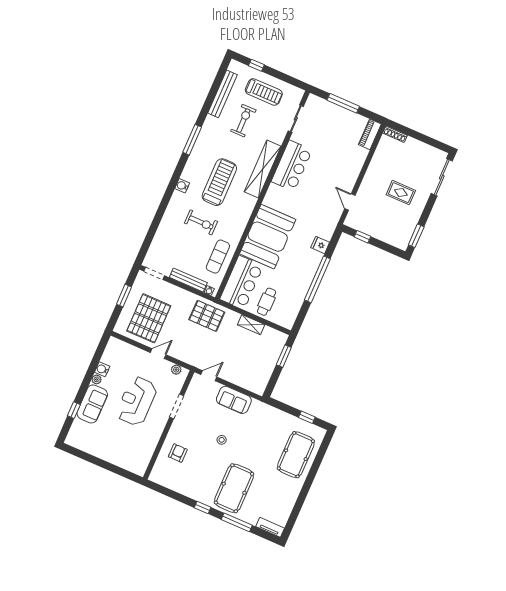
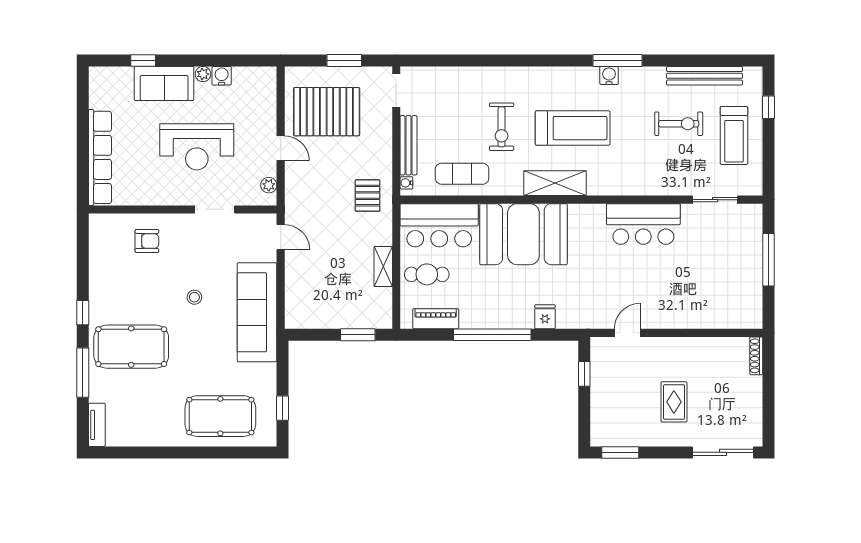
piano: (370, 134) -> (436, 319), moved
shelving: (263, 169) -> (555, 183), moved, width x0.68
water cooler: (182, 186) -> (609, 75), moved
pallet: (207, 316) -> (368, 196), width x0.67, depth x0.71
sofa: (234, 400) -> (257, 312), width x1.85, depth x1.27
reception desk: (137, 401) -> (197, 147), turned 180
row of seats: (118, 459) -> (100, 157), added

